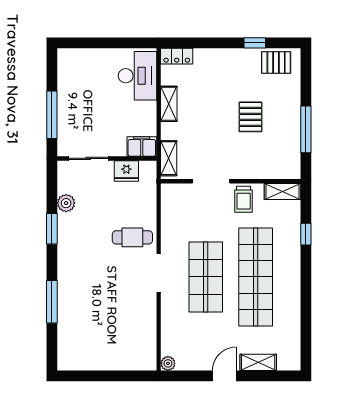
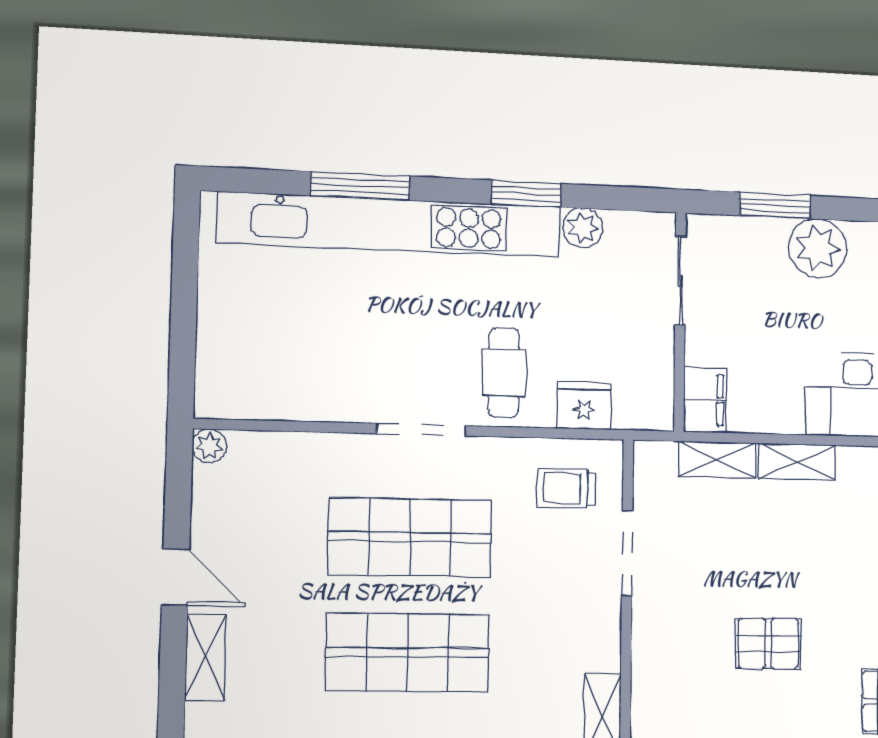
plant: (71, 95) -> (818, 248), added
window: (52, 115) -> (775, 206), width x0.69
shelving: (169, 158) -> (717, 460), moved
fridge: (126, 171) -> (584, 406), moved, turned 90
trolley: (244, 199) -> (566, 488), moved
shop shelf: (256, 277) -> (408, 652), width x0.71
kitchen unit: (68, 288) -> (390, 225), added

